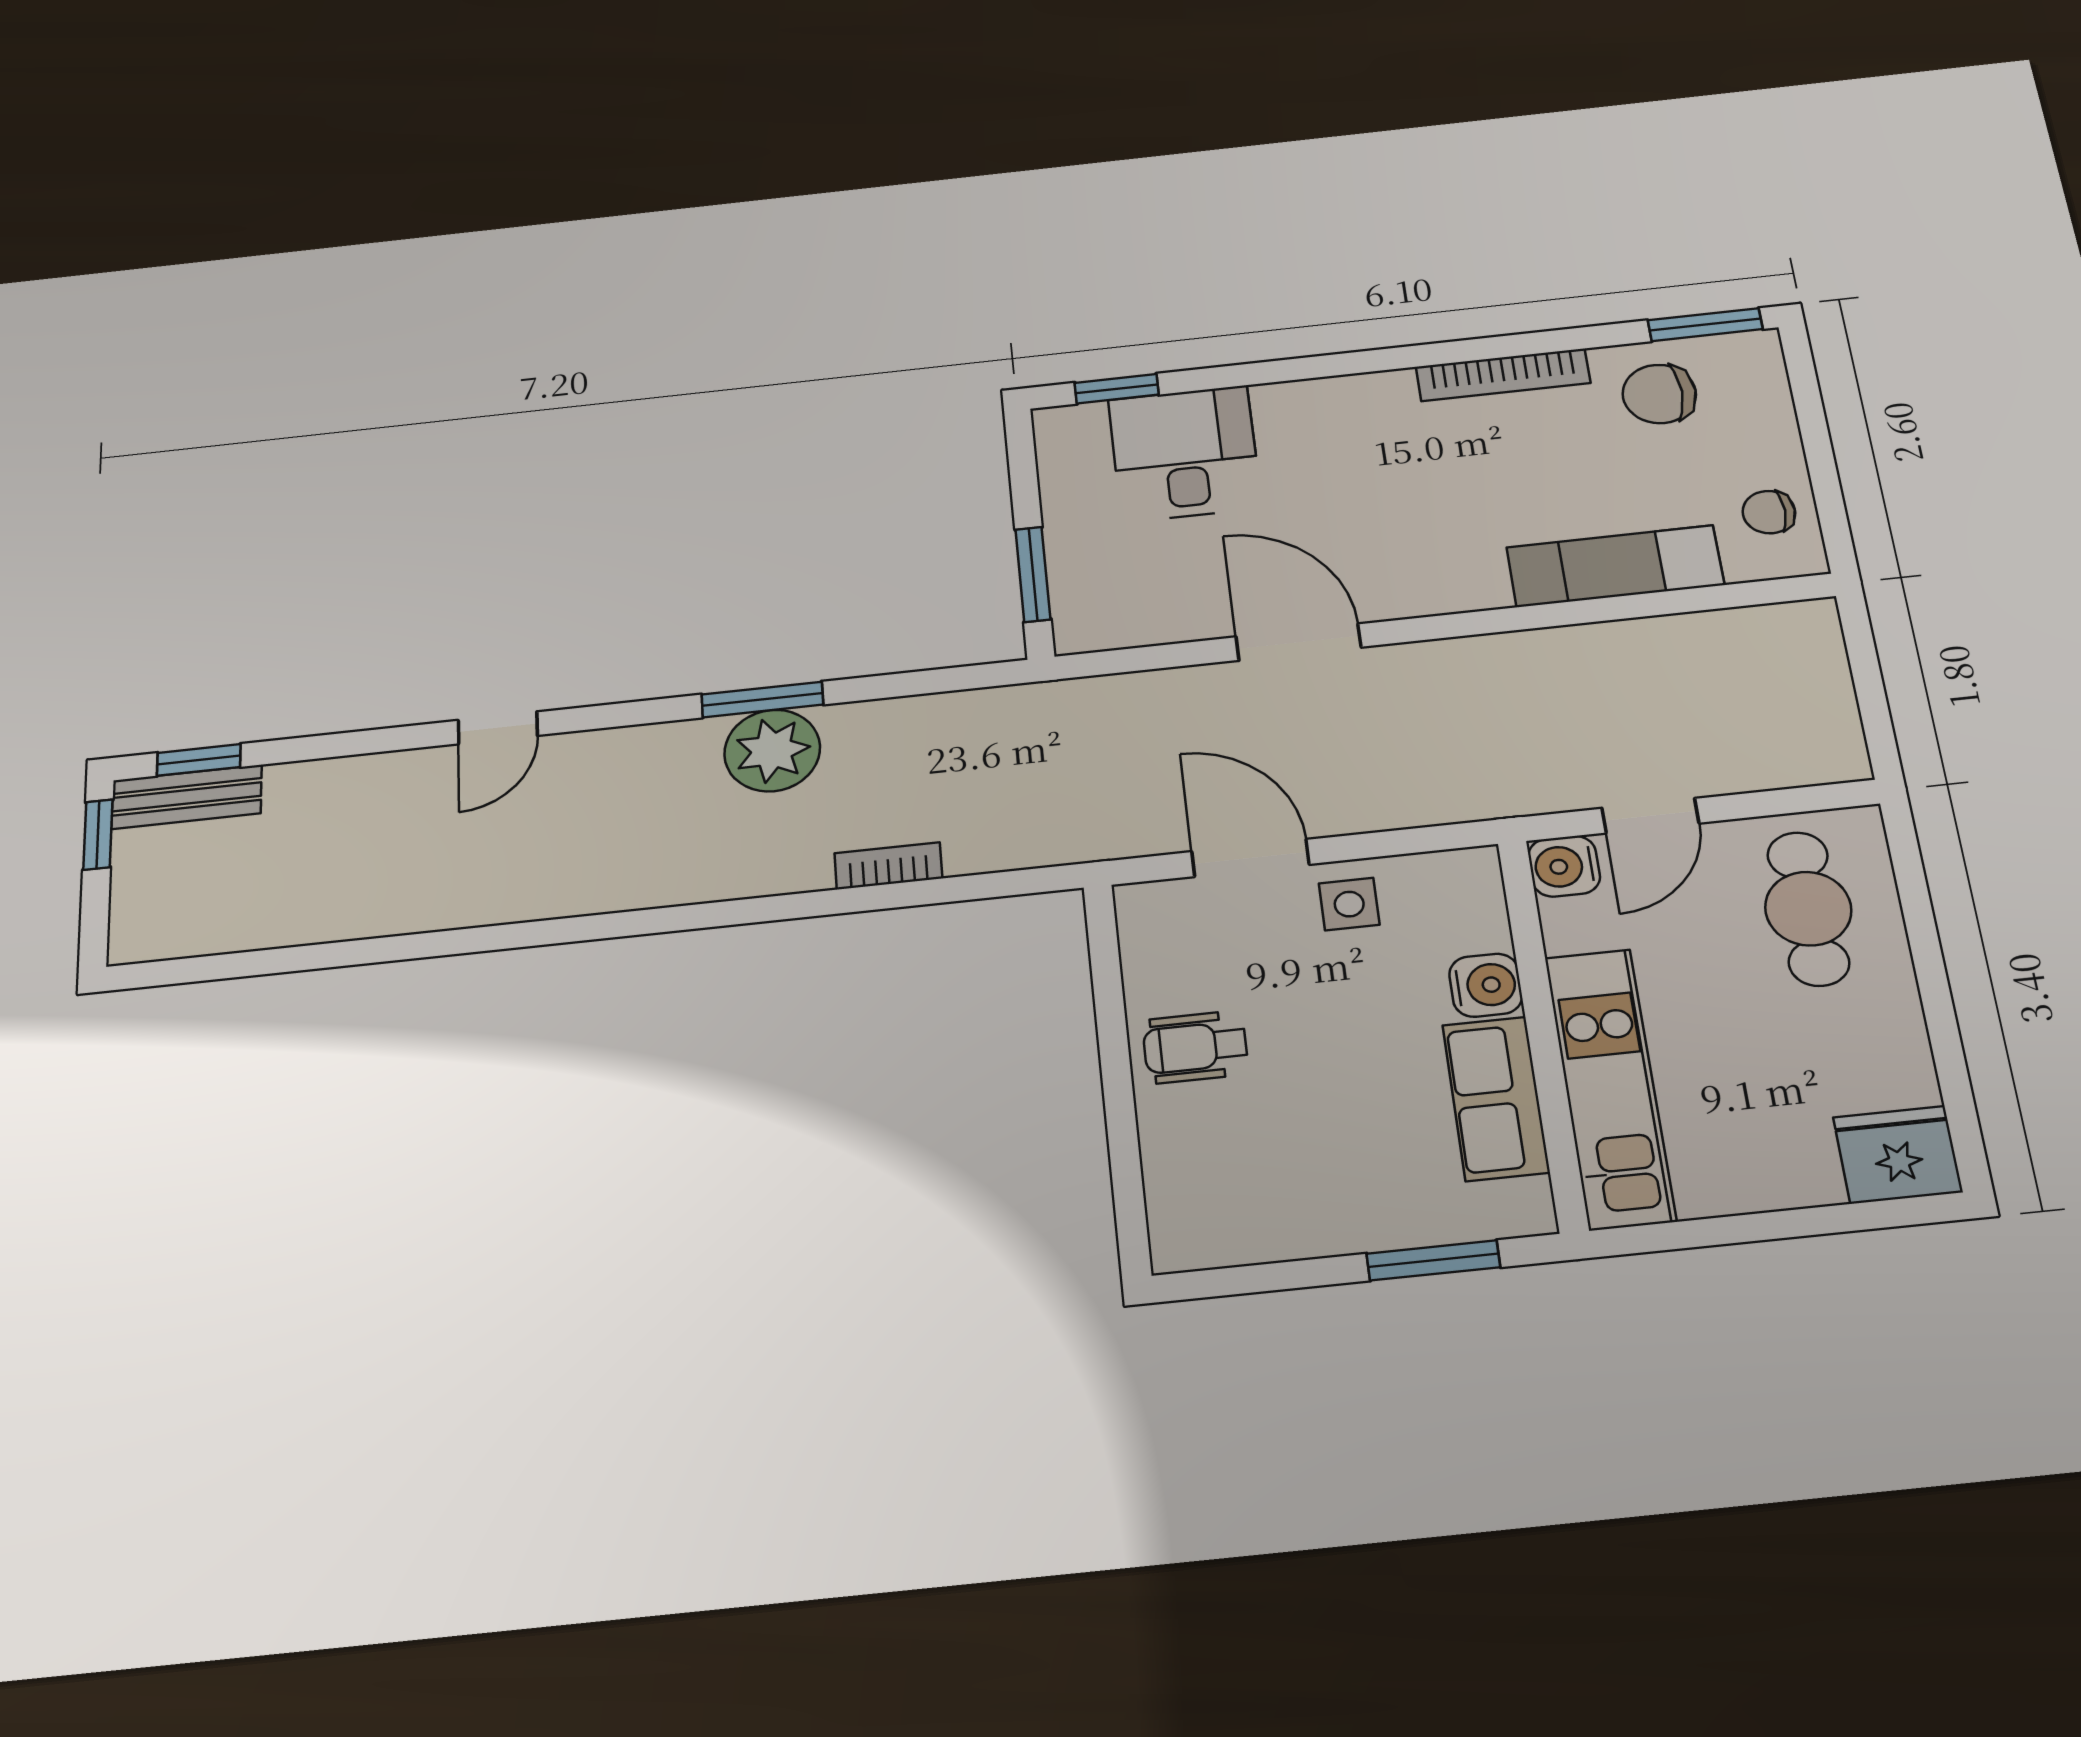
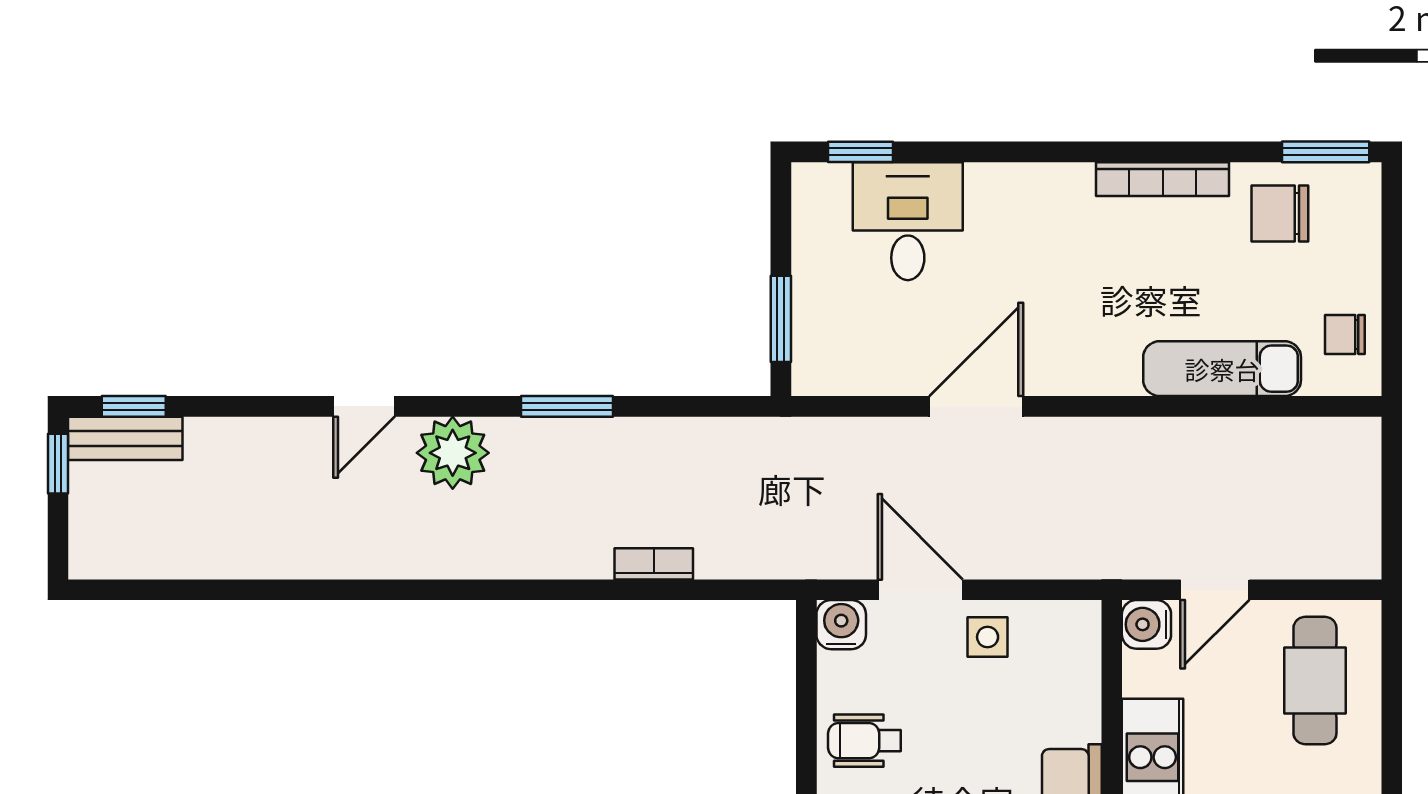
door: (1299, 642) -> (976, 406), hinge flipped
plant: (772, 750) -> (453, 453), moved
water cooler: (1486, 985) -> (841, 625), moved, turned -90

